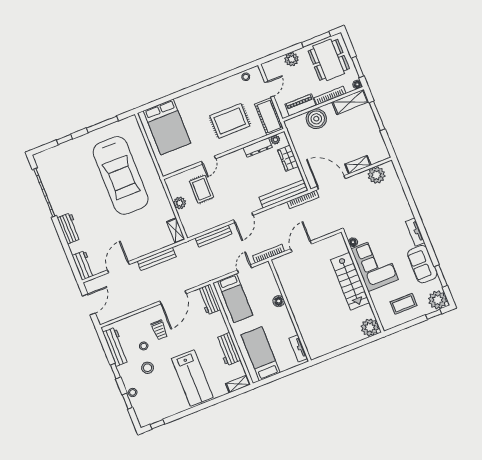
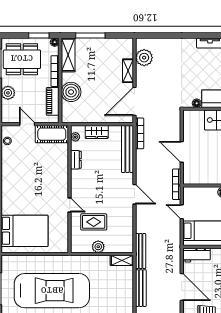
rug: (230, 121) -> (42, 171), removed
dresser: (258, 147) -> (76, 160), width x0.70
bench: (214, 236) -> (141, 251), moved

